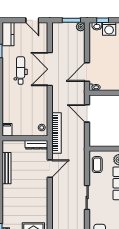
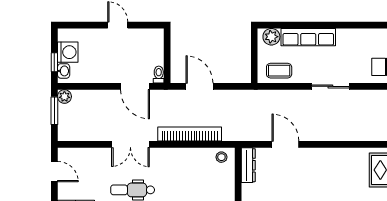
door: (32, 20) -> (54, 172), hinge flipped
double door: (50, 69) -> (130, 144), width x0.73
door: (87, 113) -> (199, 86), swing flipped
bookcase: (56, 133) -> (190, 134), moved

